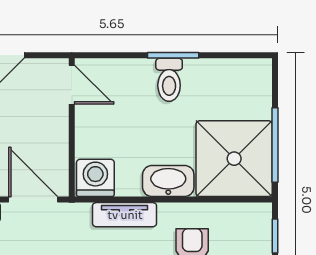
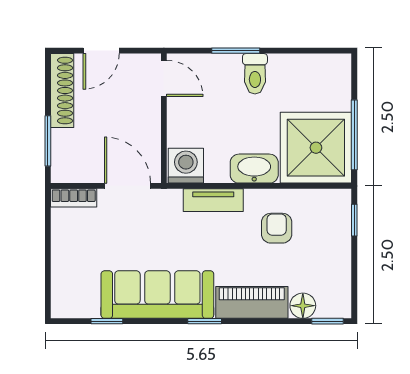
window: (173, 55) -> (236, 51), moved

